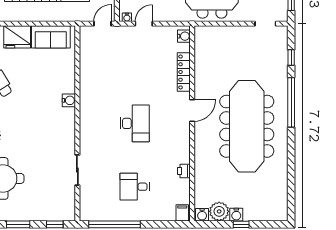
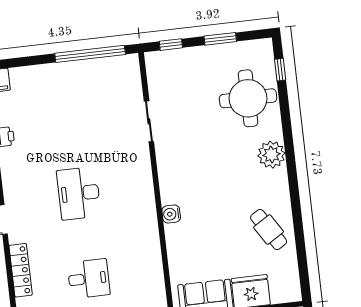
desk: (135, 187) -> (89, 279), moved

